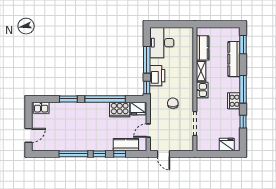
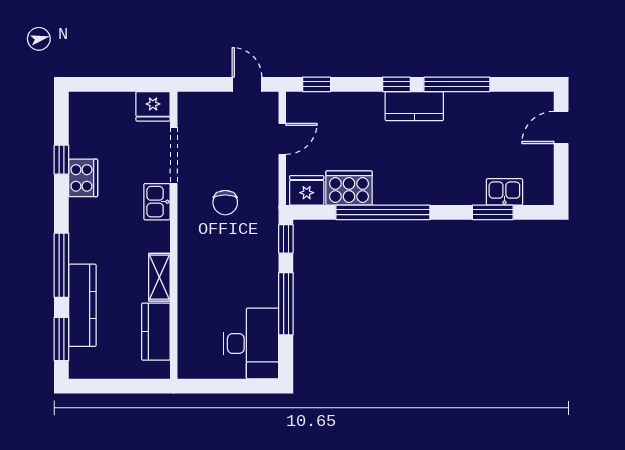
printer: (157, 76) -> (261, 267), removed
window: (243, 89) -> (61, 265), moved
kitchen sink: (202, 90) -> (157, 202), moved
window: (68, 99) -> (493, 212), moved
cooker: (234, 101) -> (83, 178), moved
kitchen sink: (41, 108) -> (504, 192), moved
fridge: (227, 144) -> (153, 106), moved
kitchen counter: (126, 145) -> (414, 106), moved
window: (120, 154) -> (317, 84), moved

